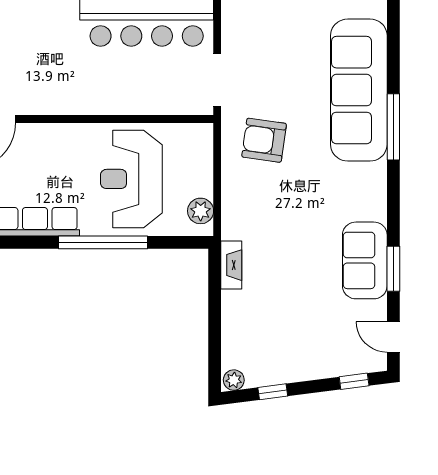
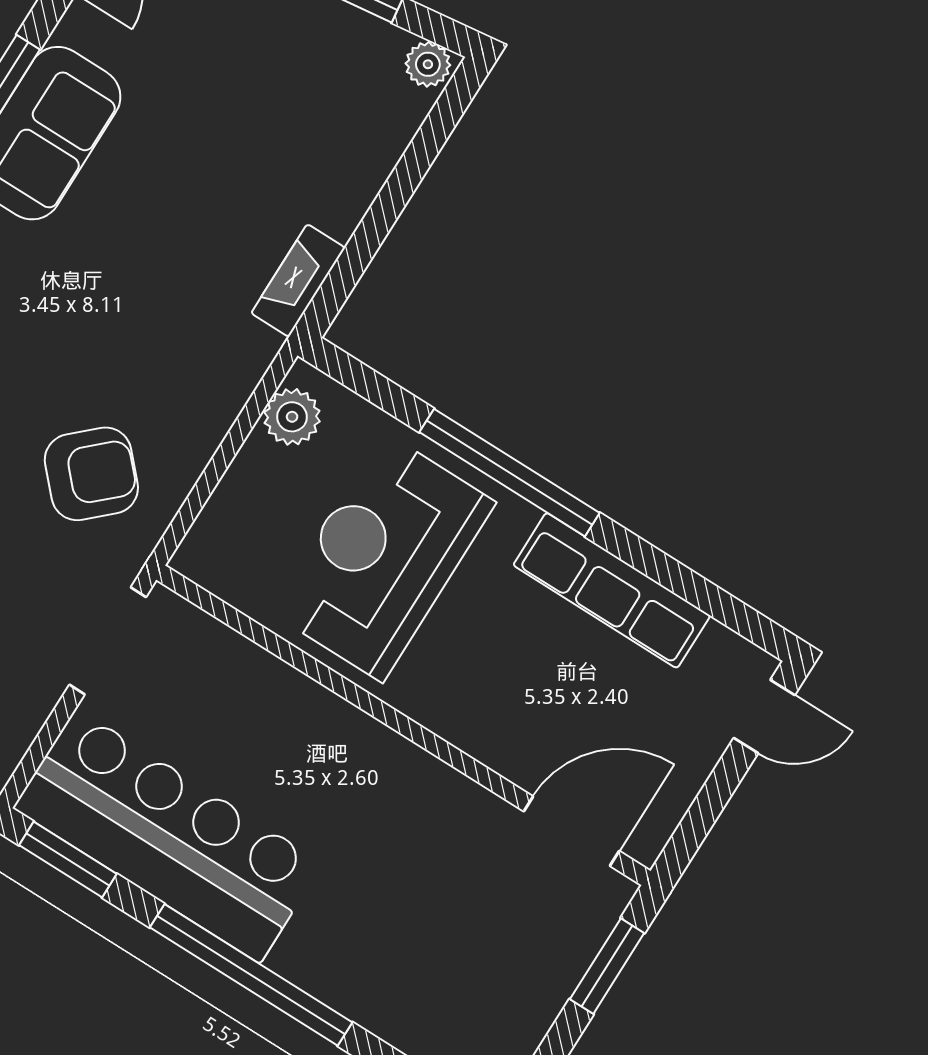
armchair: (264, 140) -> (91, 474), turned -51
reception desk: (131, 179) -> (383, 557), turned 180

